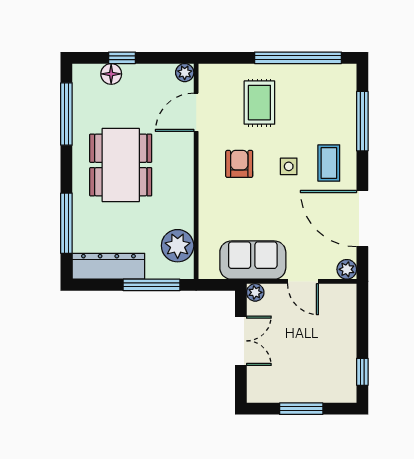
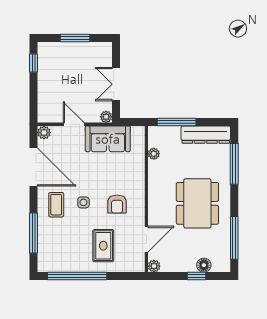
plant: (178, 246) -> (154, 154), width x0.53, depth x0.53

